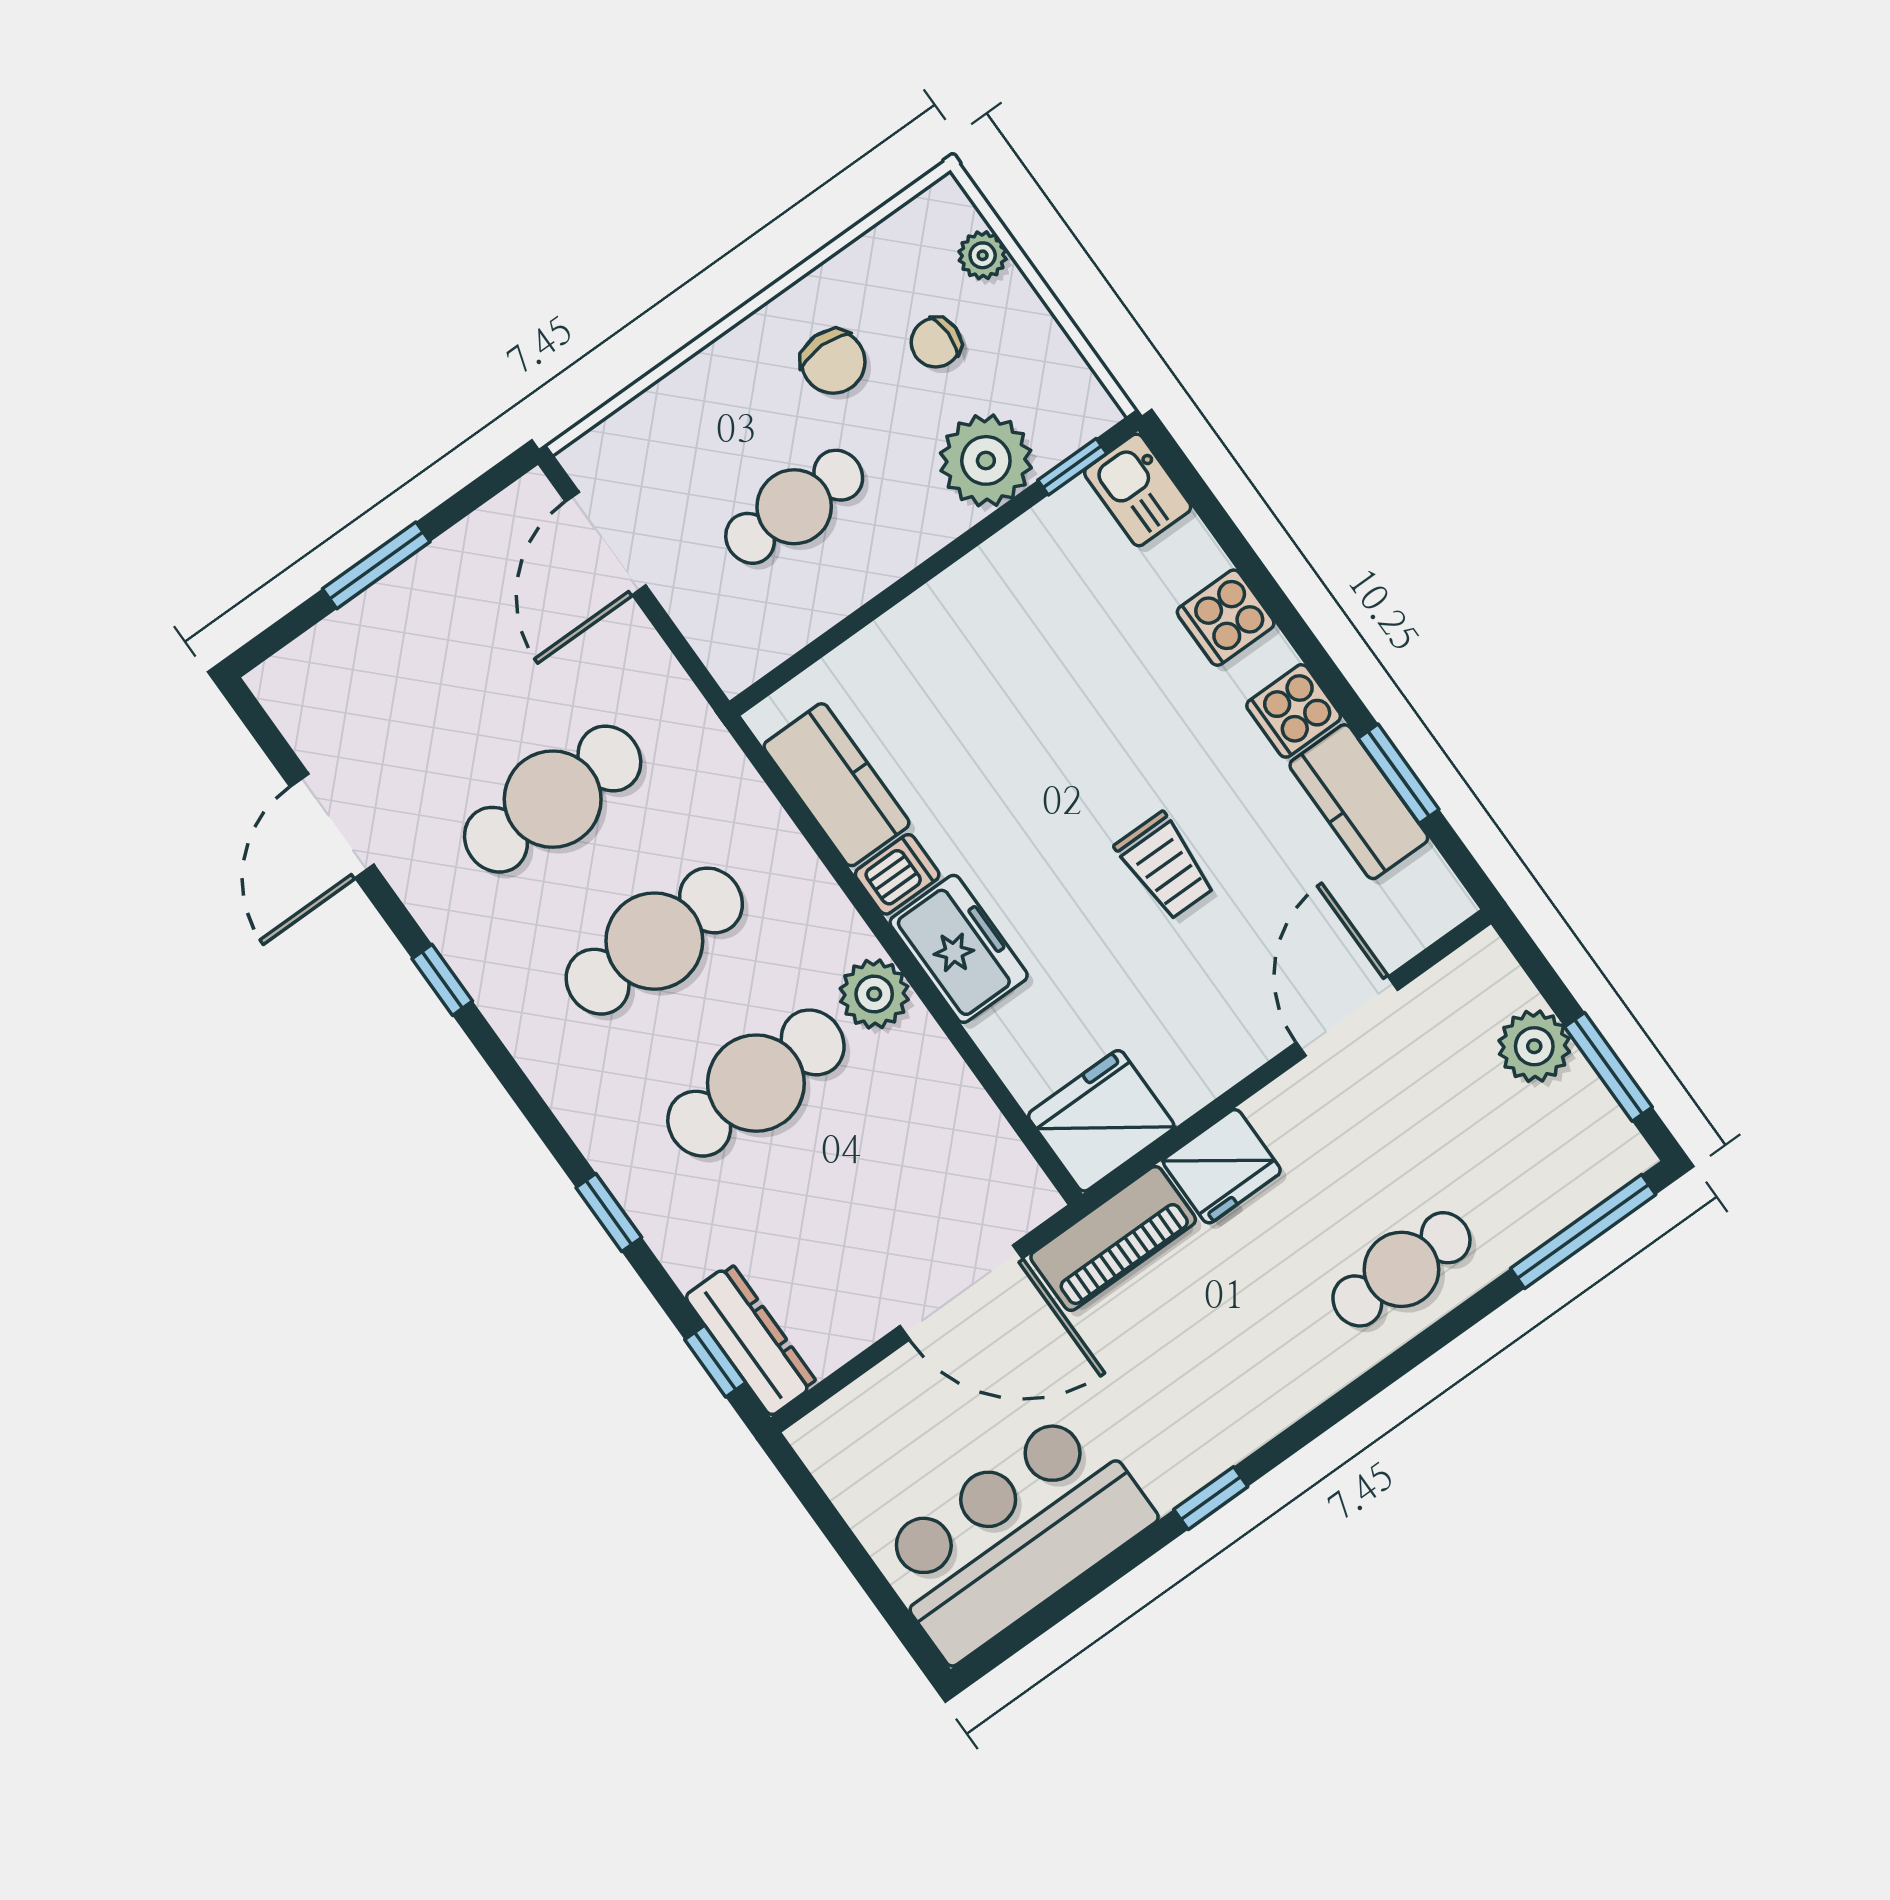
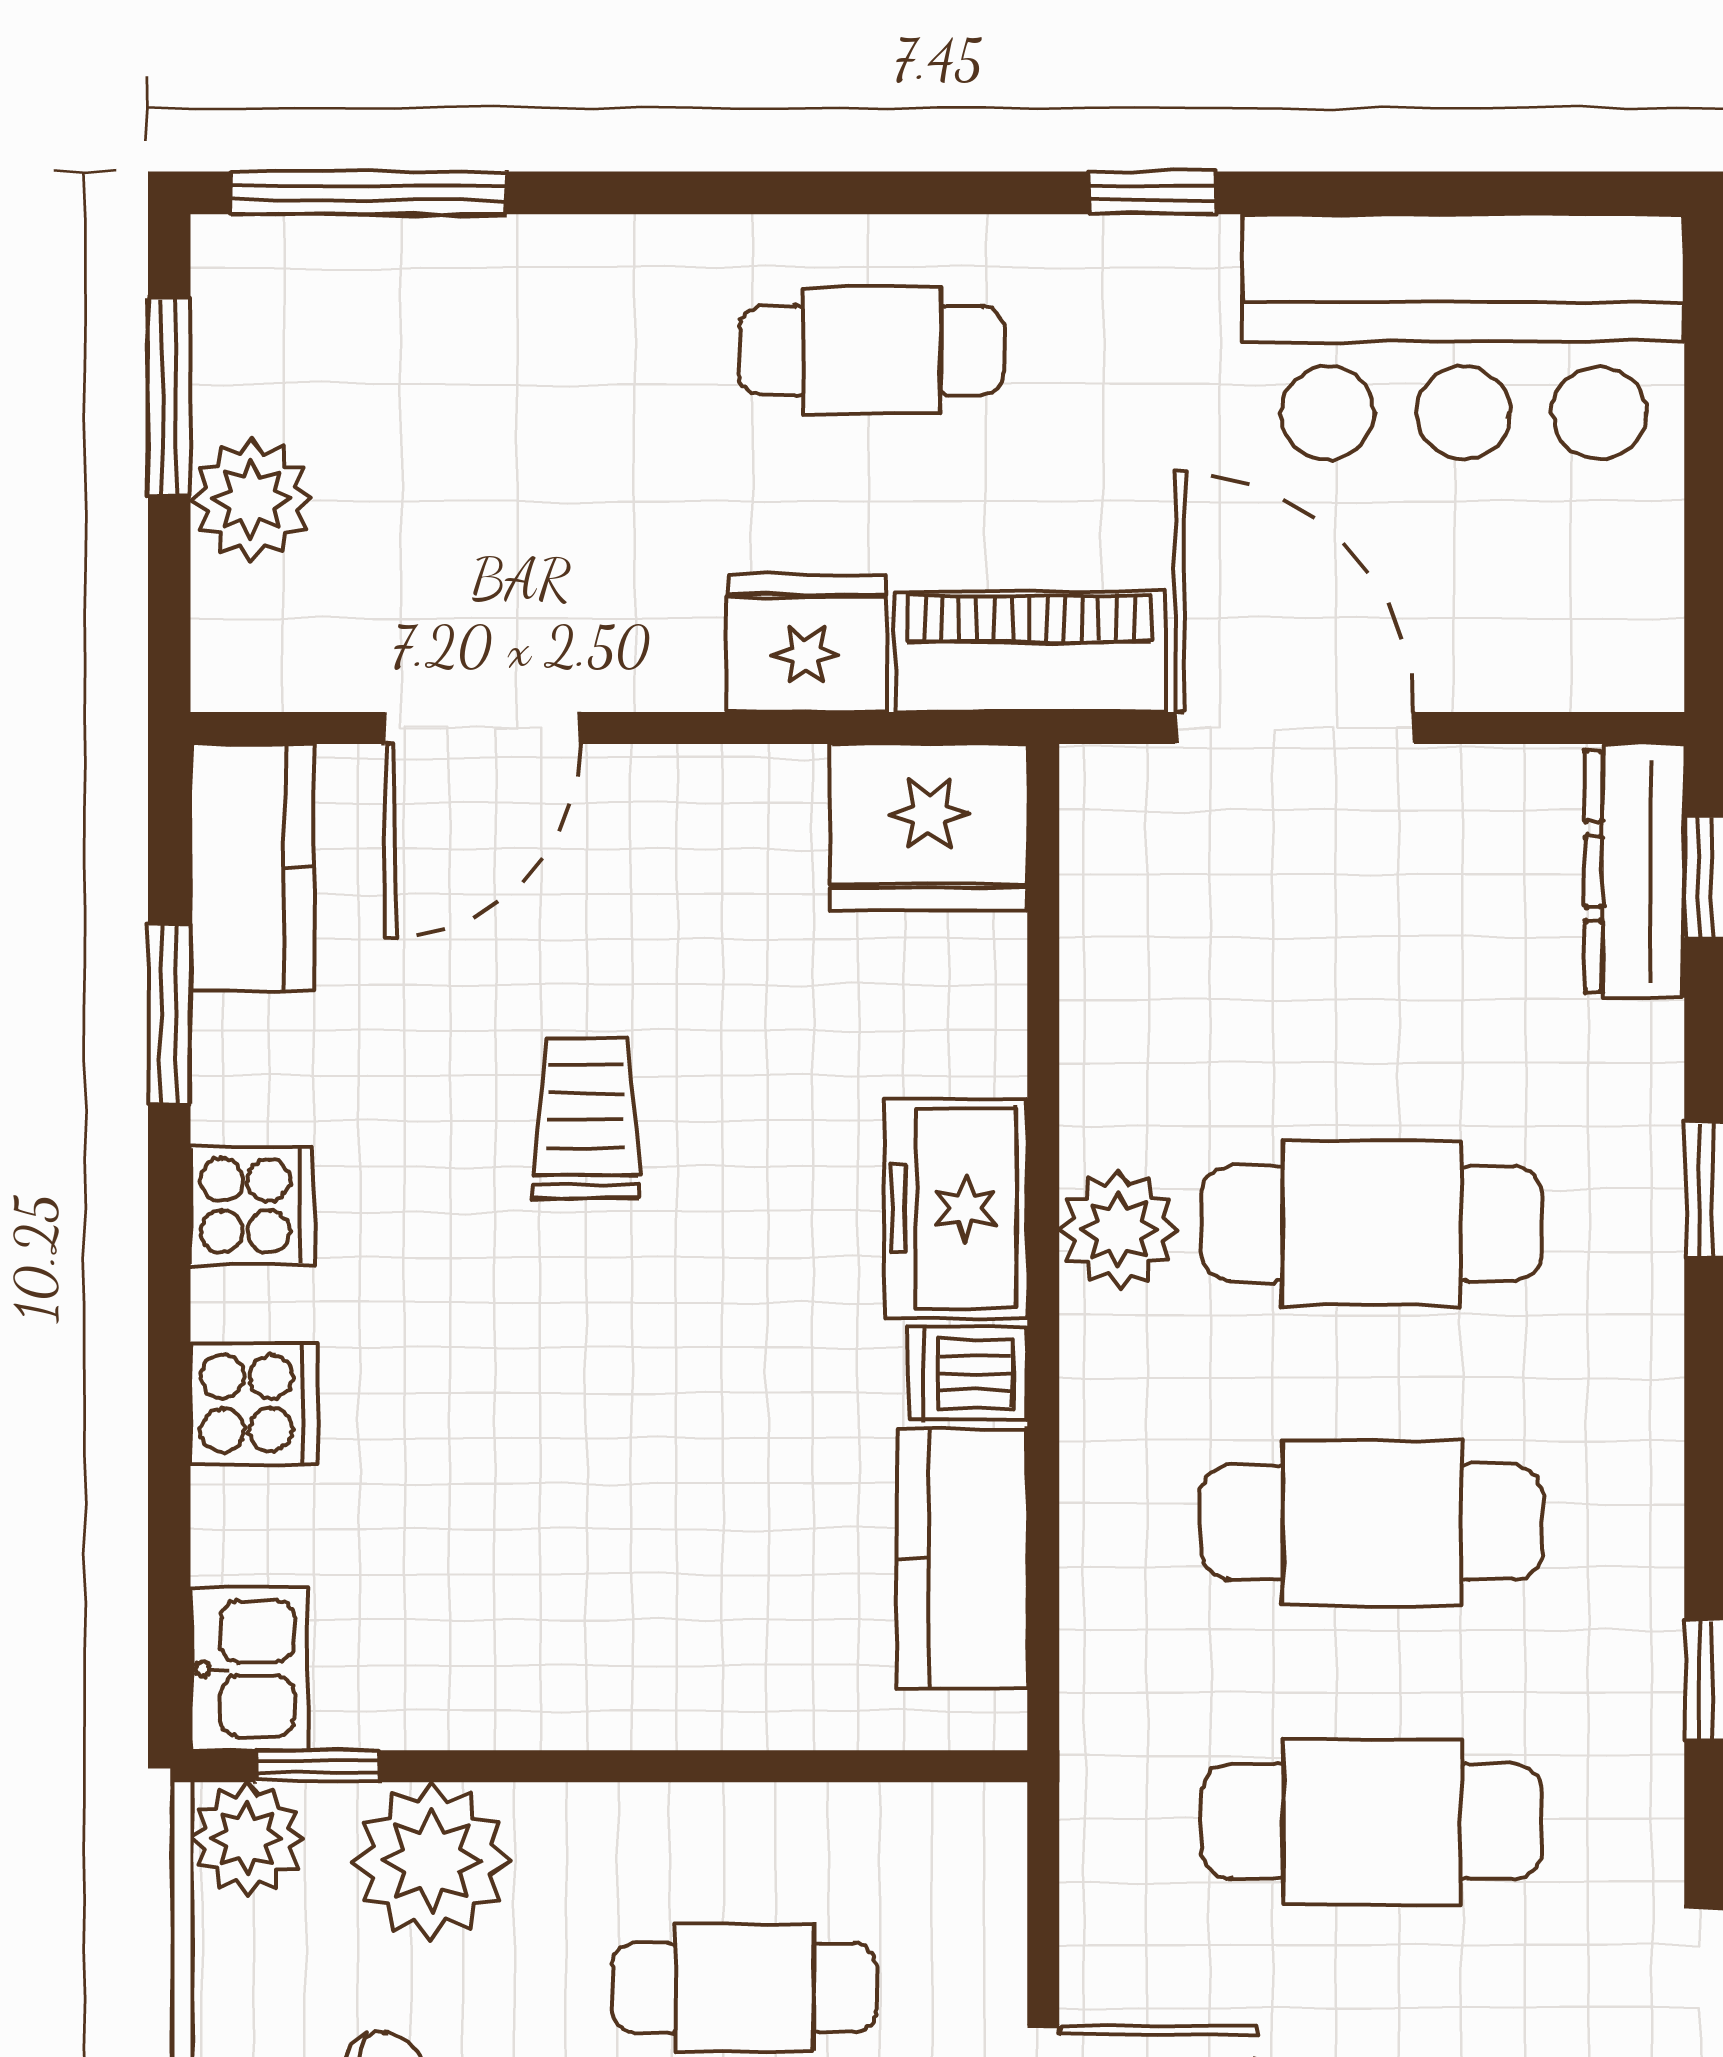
plant: (1081, 408) -> (247, 1838), added
kitchen counter: (1359, 802) -> (252, 868), moved
cafe table: (1401, 1269) -> (871, 351), moved

